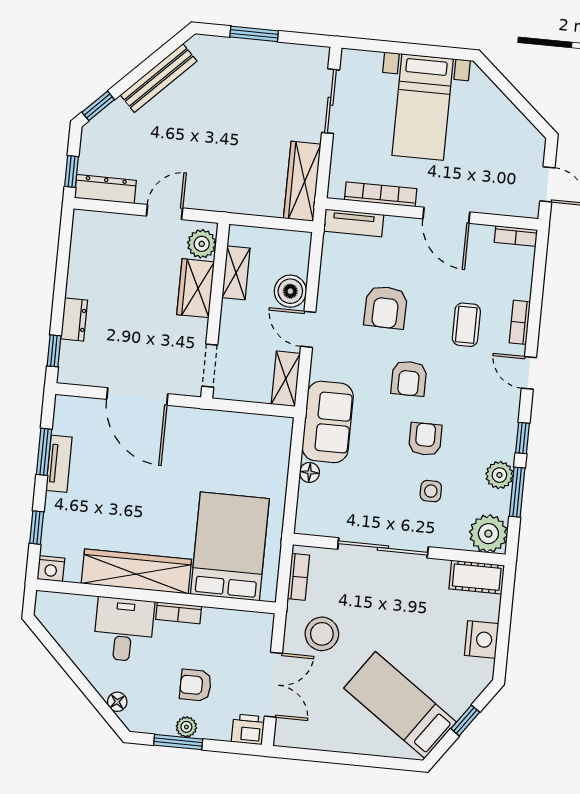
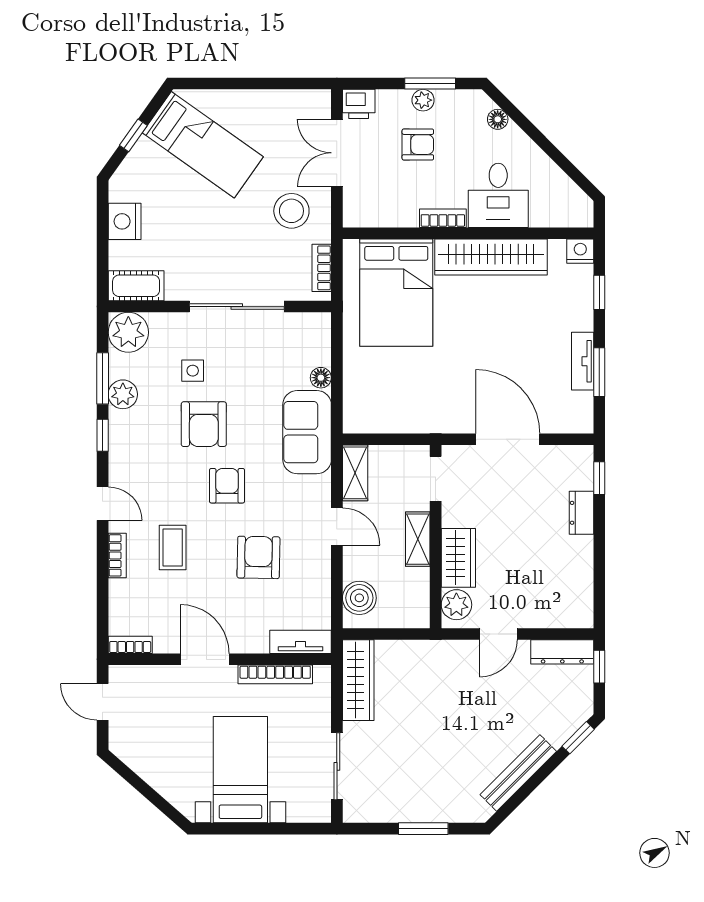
shelving: (236, 273) -> (418, 539), moved
boiler: (290, 291) -> (359, 598), moved
armchair: (425, 439) -> (204, 424), width x1.38, depth x1.38

